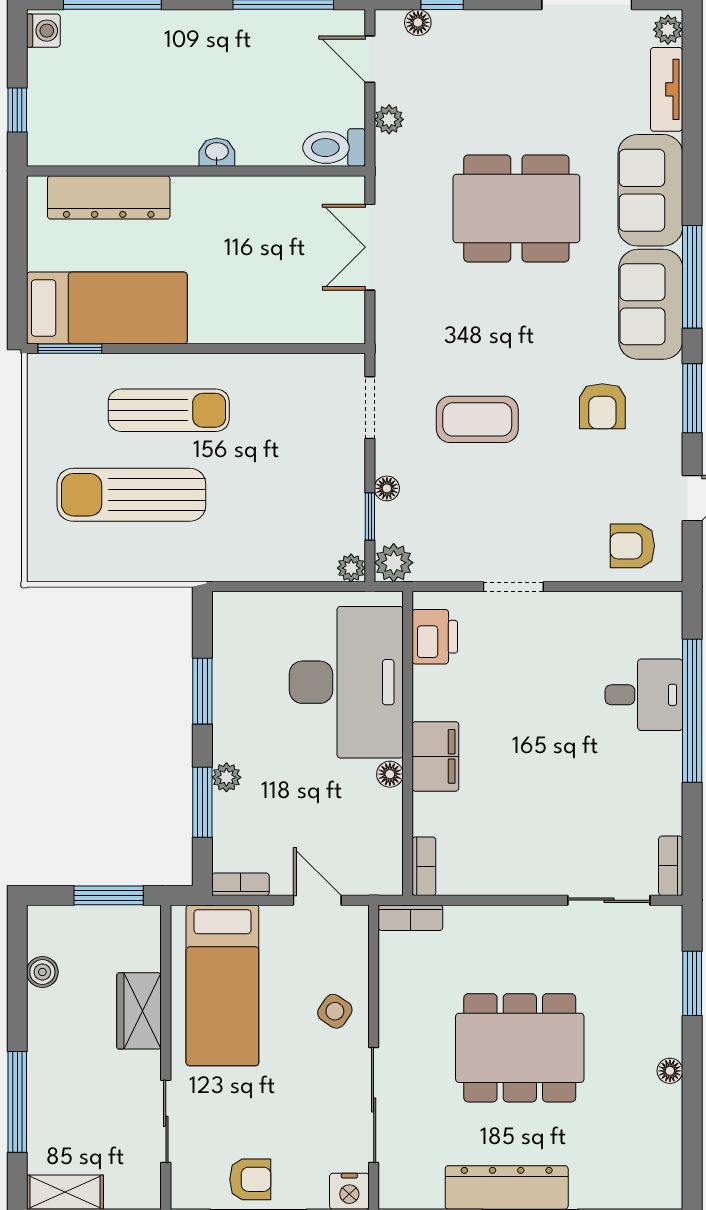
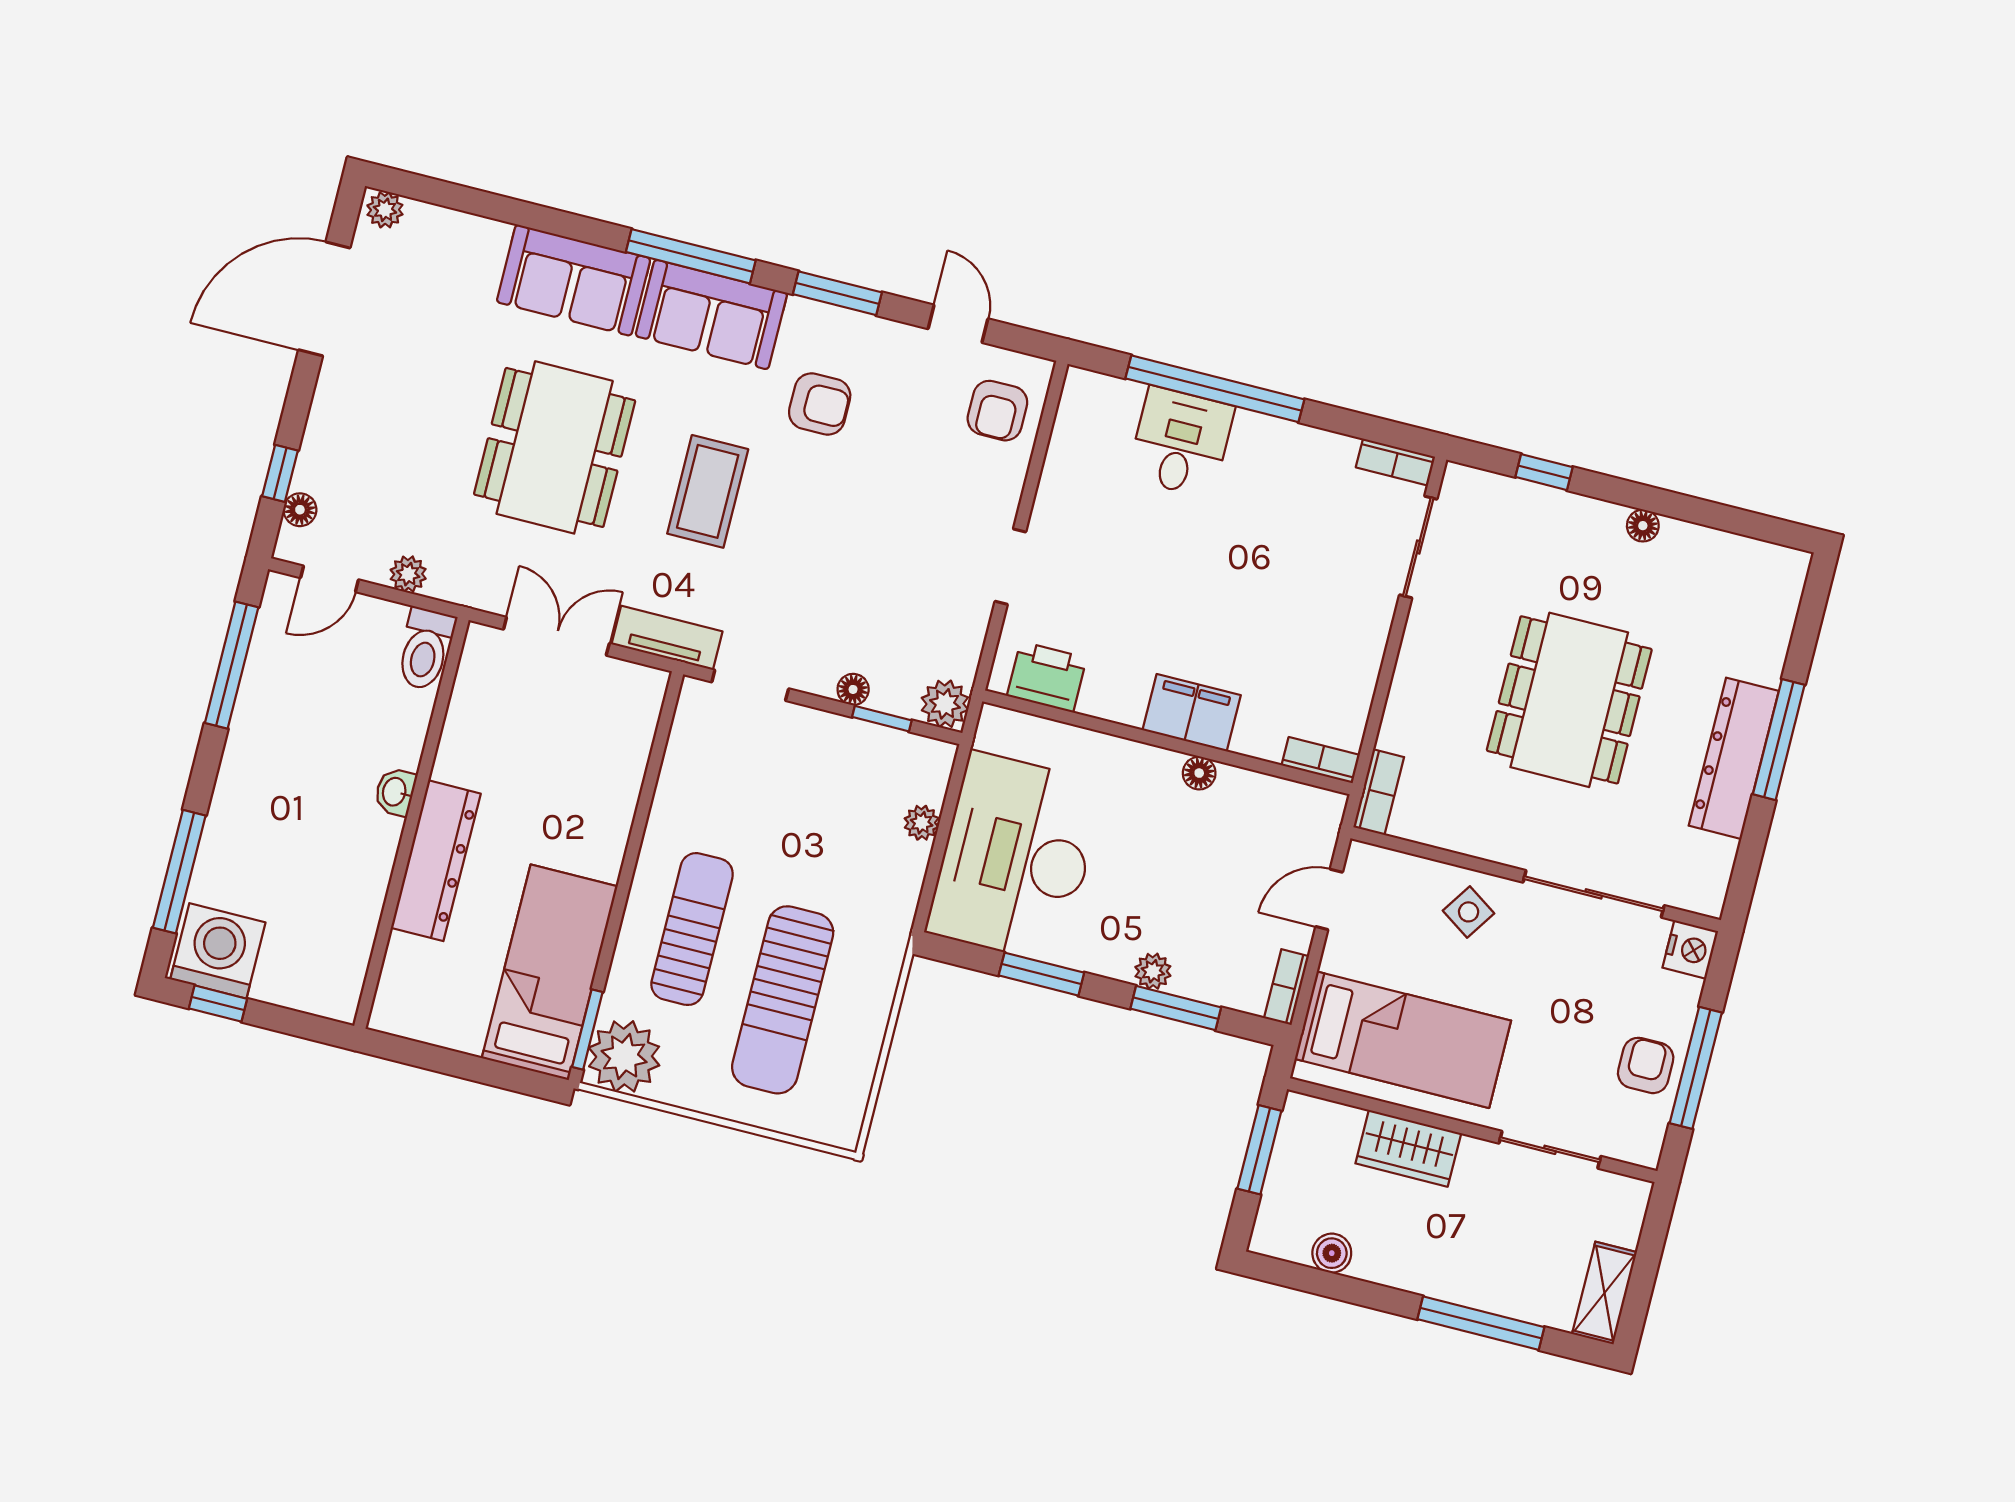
washing machine: (43, 31) -> (218, 951), width x1.89, depth x1.89
tv unit: (667, 89) -> (667, 638), moved, turned 180
window: (17, 110) -> (218, 1004), moved
dresser: (109, 197) -> (436, 861), moved
double door: (370, 247) -> (556, 636), swing flipped
plant: (56, 382) -> (624, 1057), added
coffee table: (477, 419) -> (708, 491), moved
plant: (351, 568) -> (922, 823), moved
desk: (346, 682) -> (1016, 858), moved, turned -90
window: (692, 983) -> (1544, 472), width x0.67

